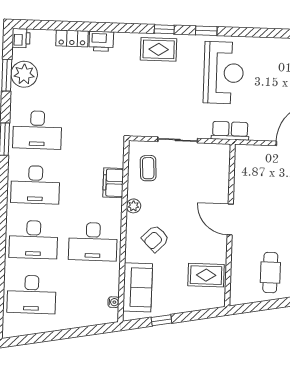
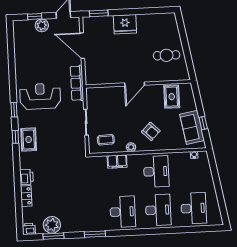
desk: (37, 130) -> (87, 213), removed
row of seats: (230, 131) -> (77, 83), width x1.48
sofa: (138, 287) -> (192, 127), moved, turned -100

